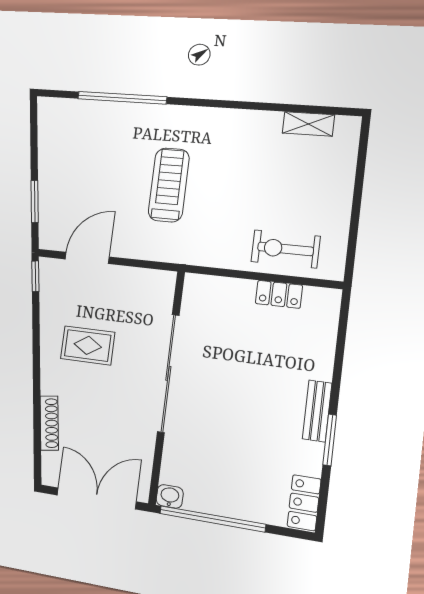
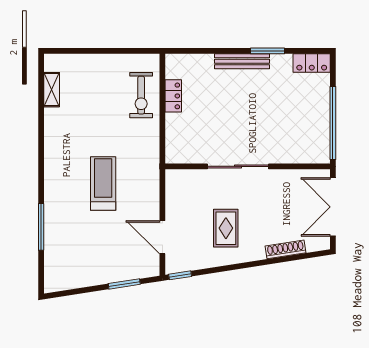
window: (122, 98) -> (41, 227), width x0.68
treadmill: (169, 185) -> (103, 183), turned 90
sliding door: (168, 373) -> (238, 166), width x0.73
bench: (317, 411) -> (242, 61), width x1.36
washbasin: (170, 496) -> (323, 155), removed

